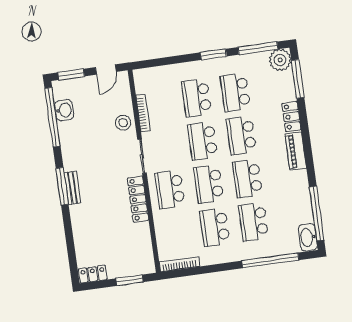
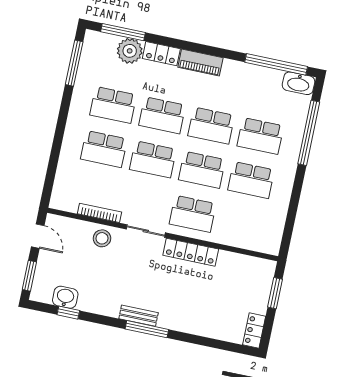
window: (213, 54) -> (63, 114), removed
plant: (280, 60) -> (130, 51), moved
window: (52, 117) -> (68, 313), width x0.32
bench: (72, 188) -> (139, 316), moved
bookcase: (179, 264) -> (277, 233), removed

